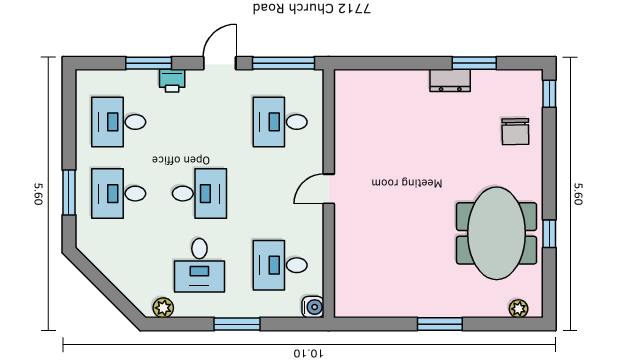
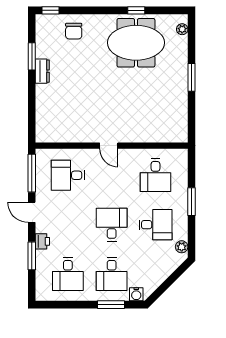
desk: (280, 122) -> (68, 175), turned 90
chair: (515, 132) -> (74, 31), turned 91
water cooler: (313, 307) -> (136, 294), moved, turned 180

